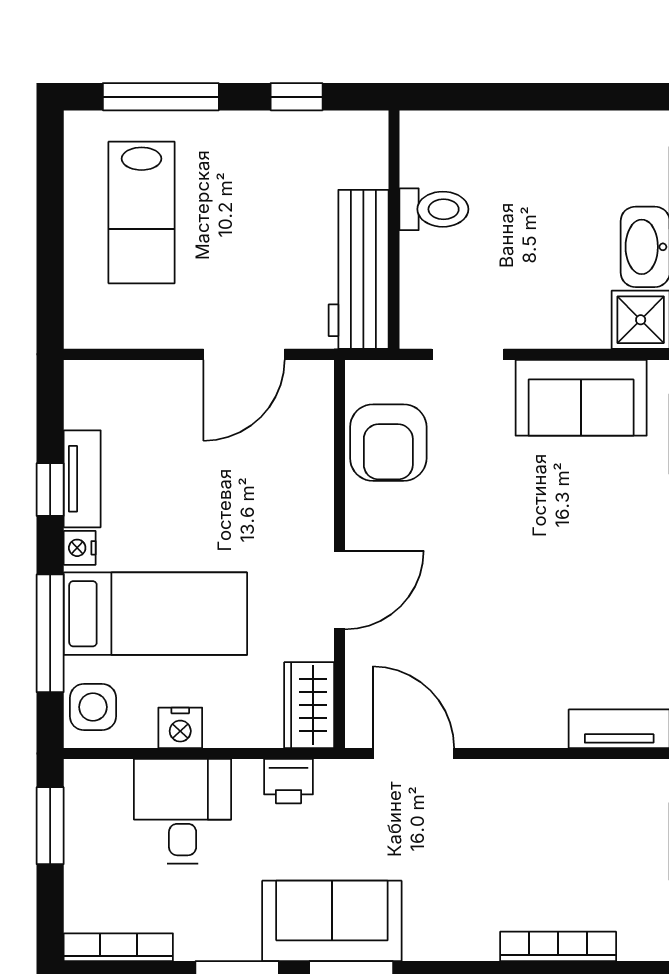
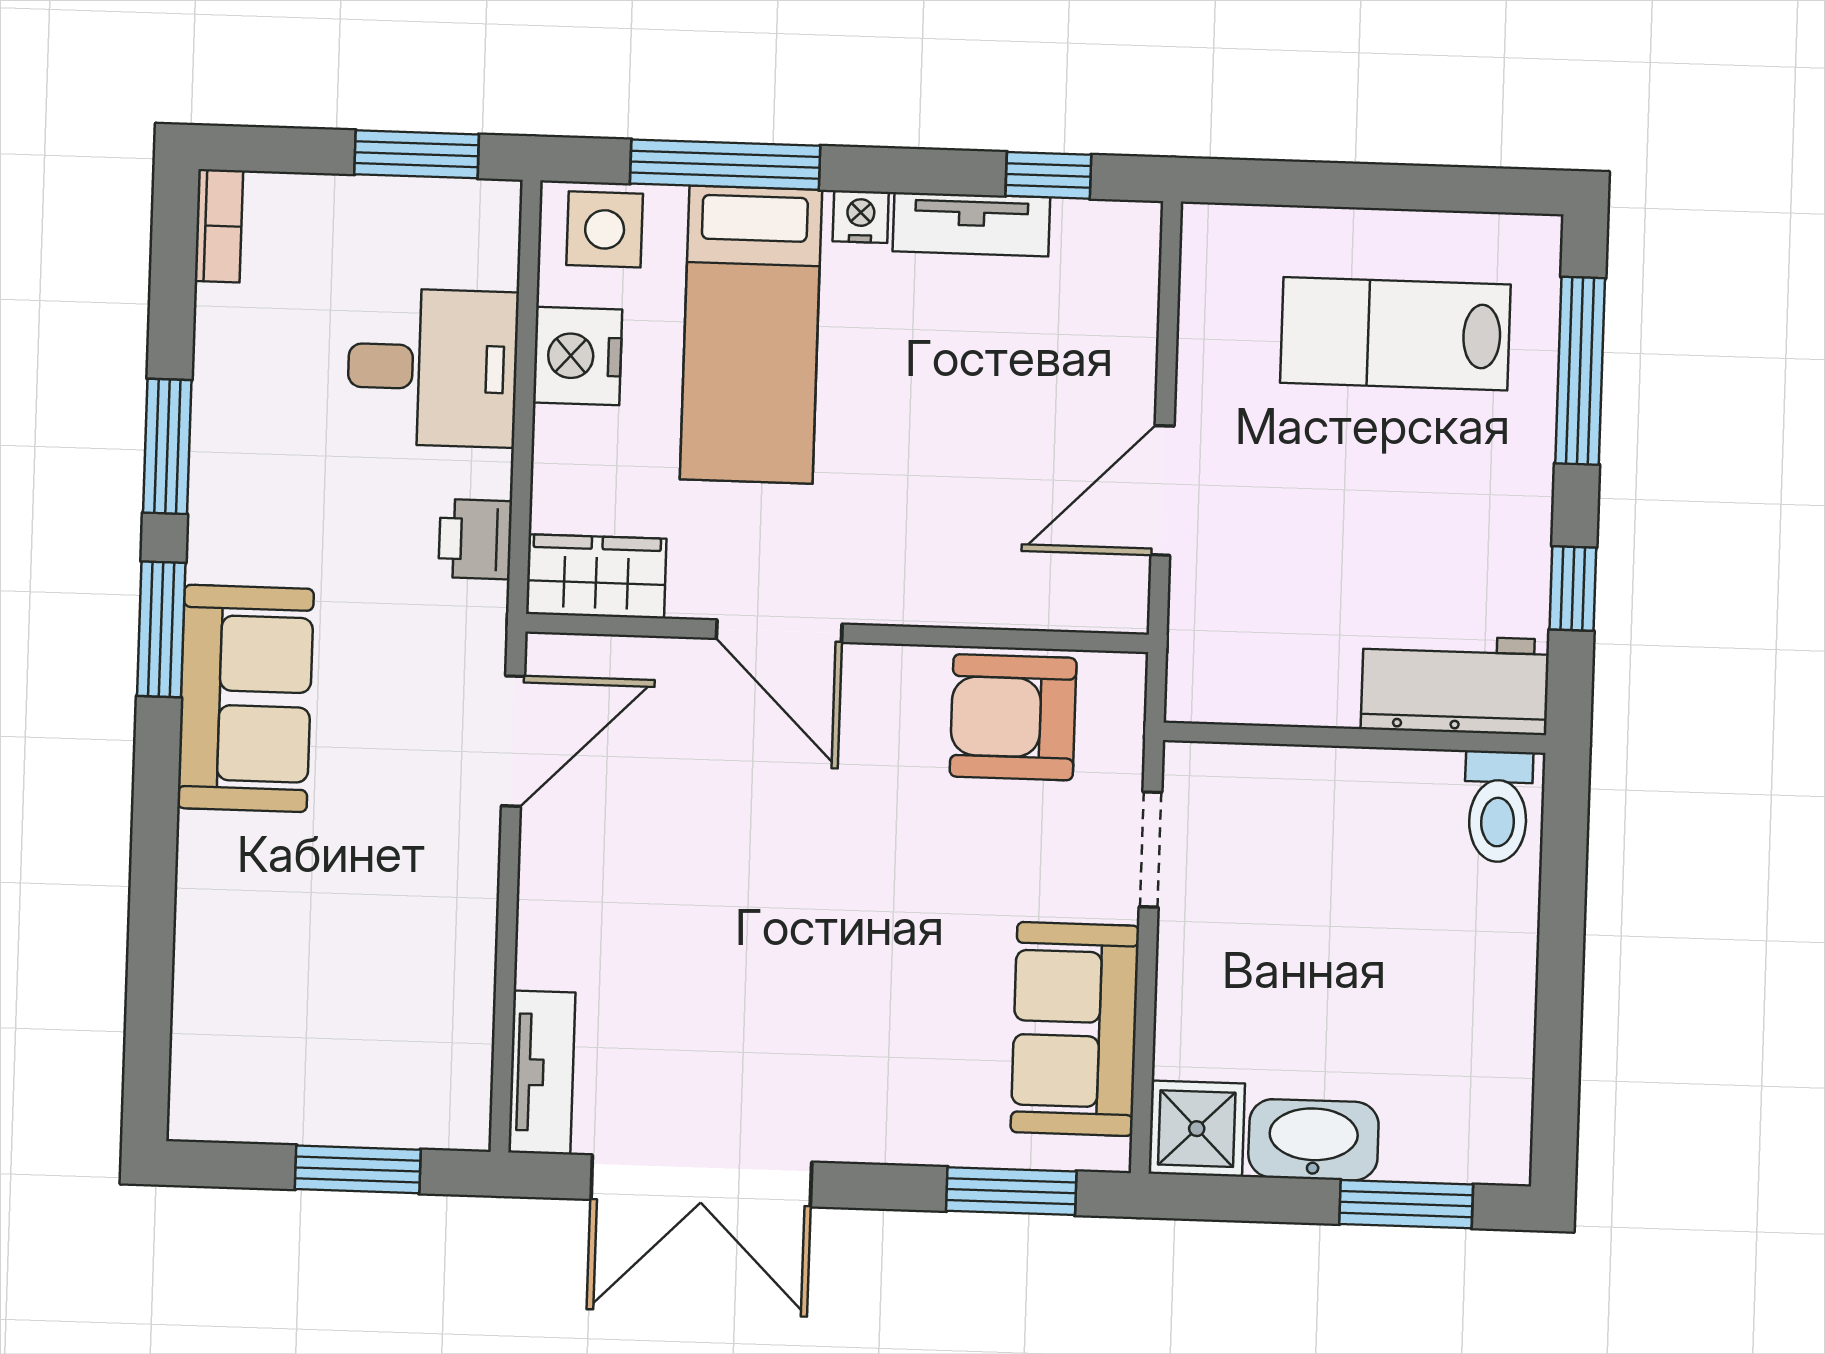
toilet: (434, 209) -> (1498, 807), moved
workbench: (359, 269) -> (1455, 684), moved, width x0.73
door: (244, 354) -> (1162, 490), hinge flipped
window: (50, 490) -> (1048, 175), moved
nightstand: (180, 728) -> (578, 356), width x1.36, depth x1.33
sofa: (332, 921) -> (246, 698), moved
bookcase: (558, 946) -> (196, 963), removed
bookcase: (118, 947) -> (219, 226), width x0.64

